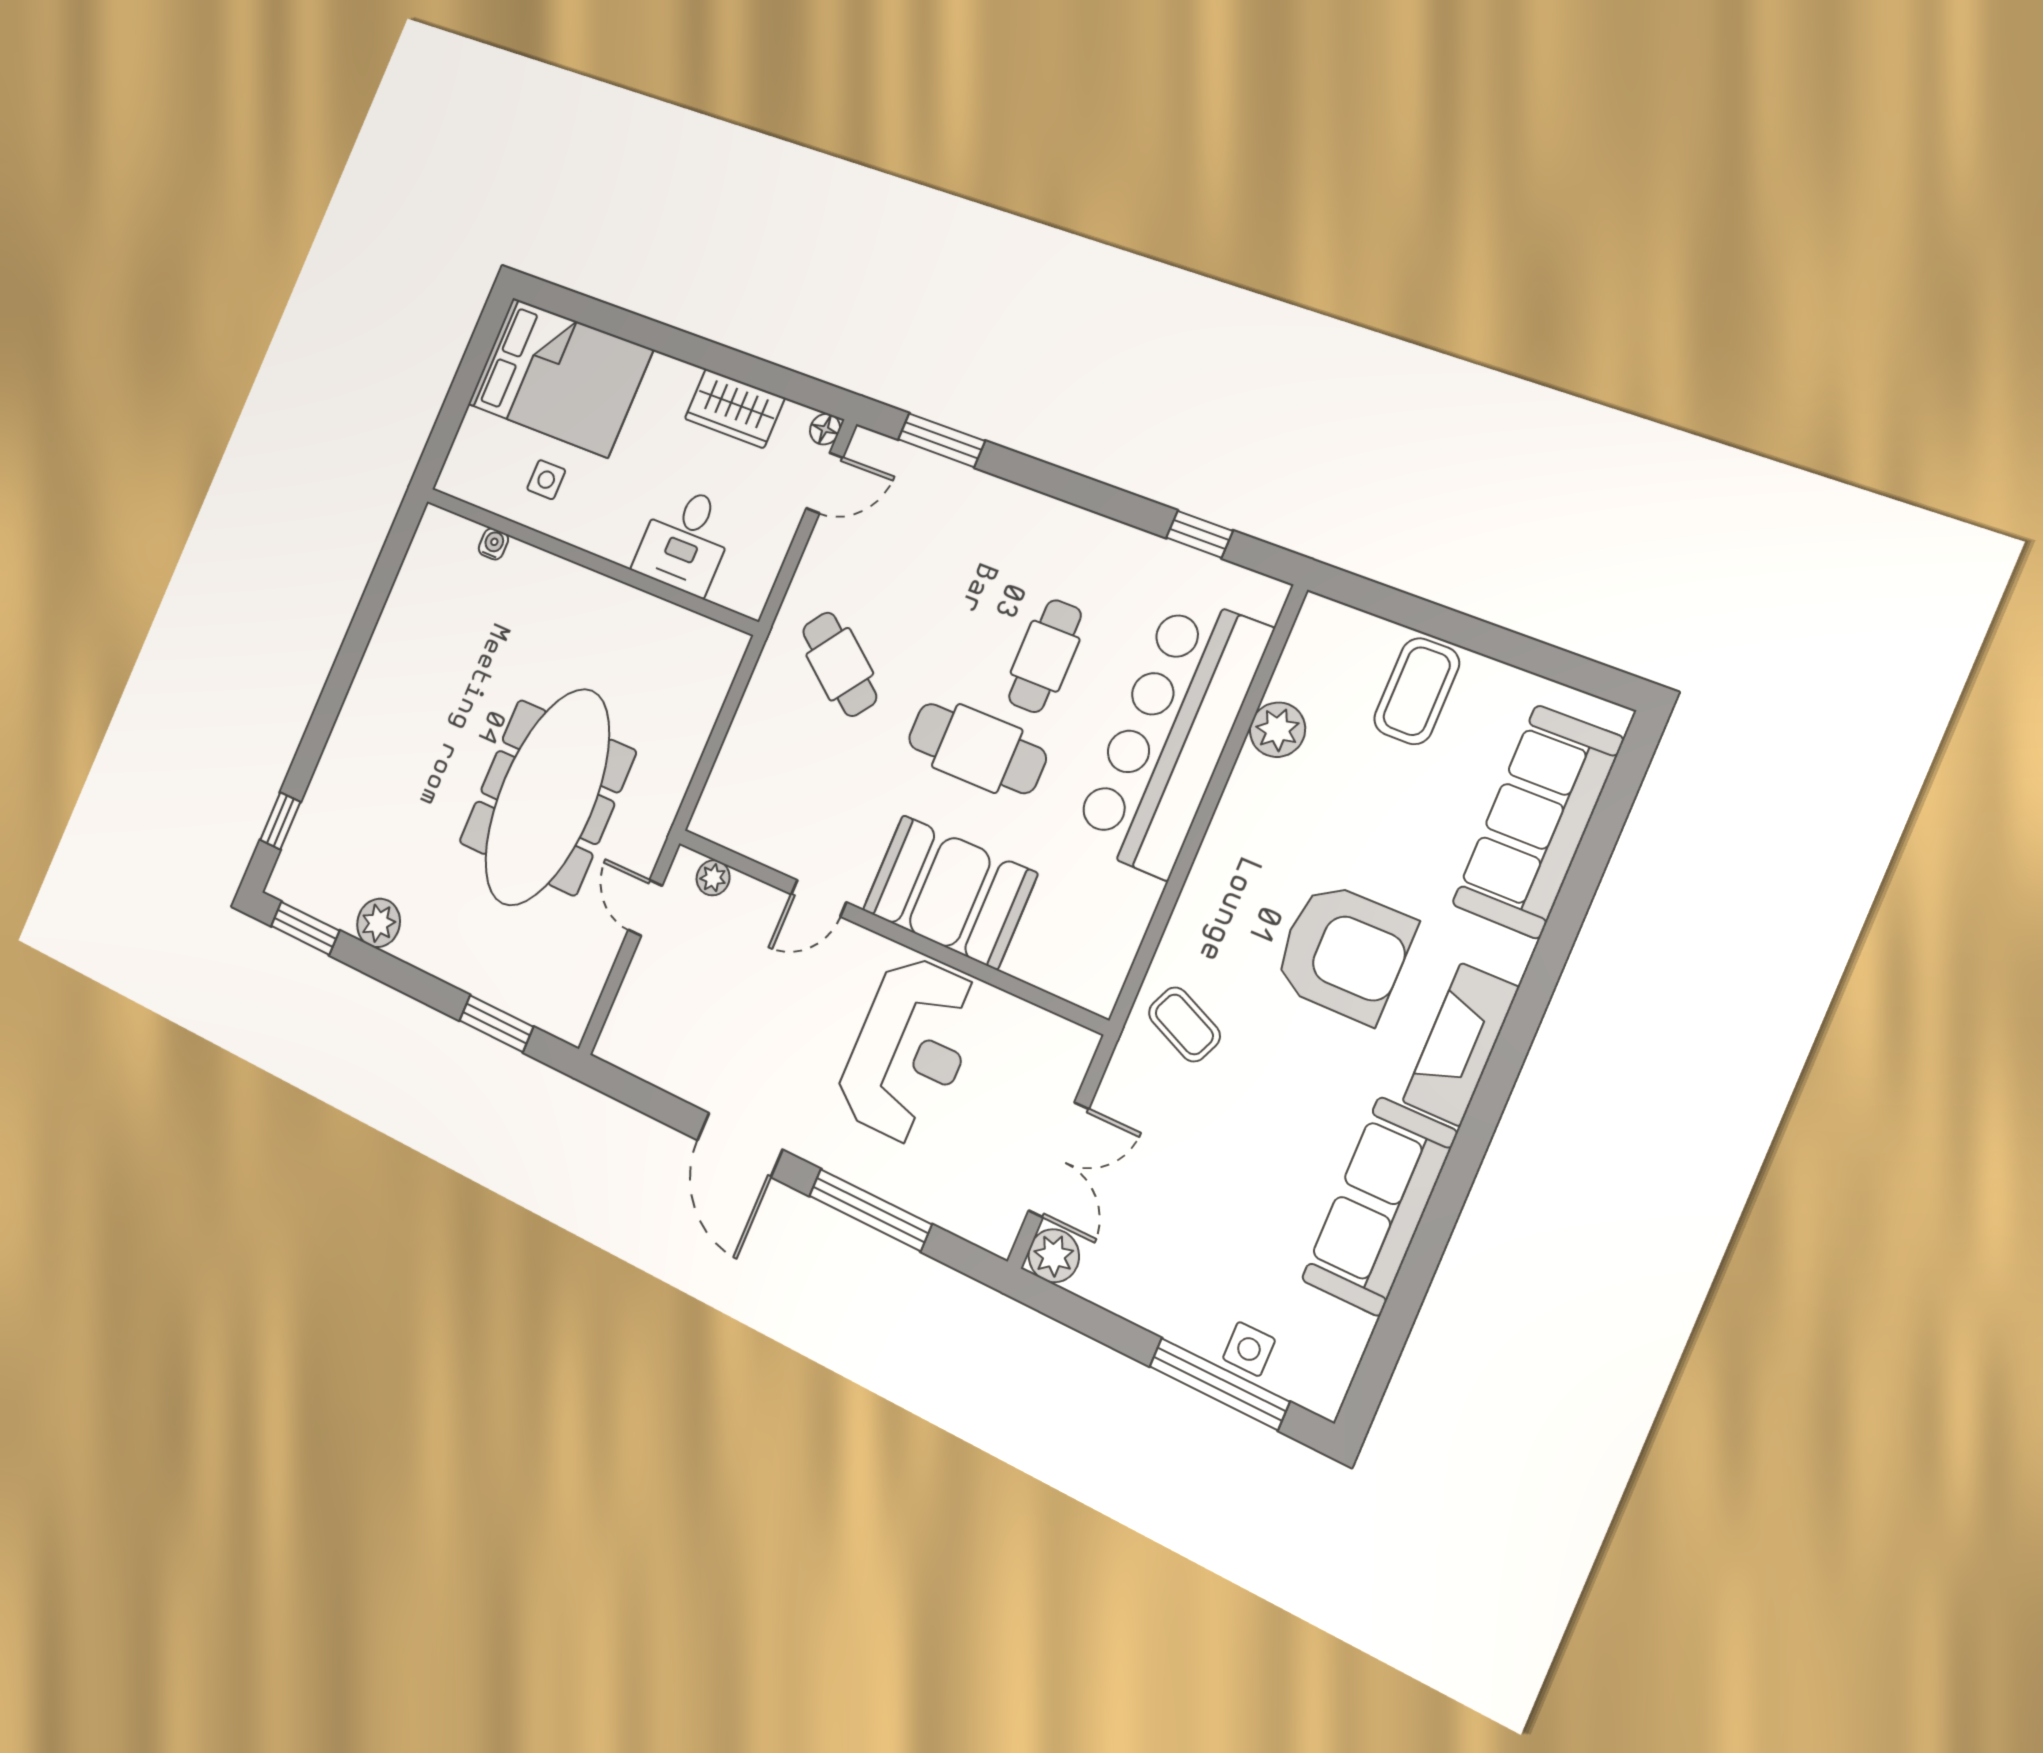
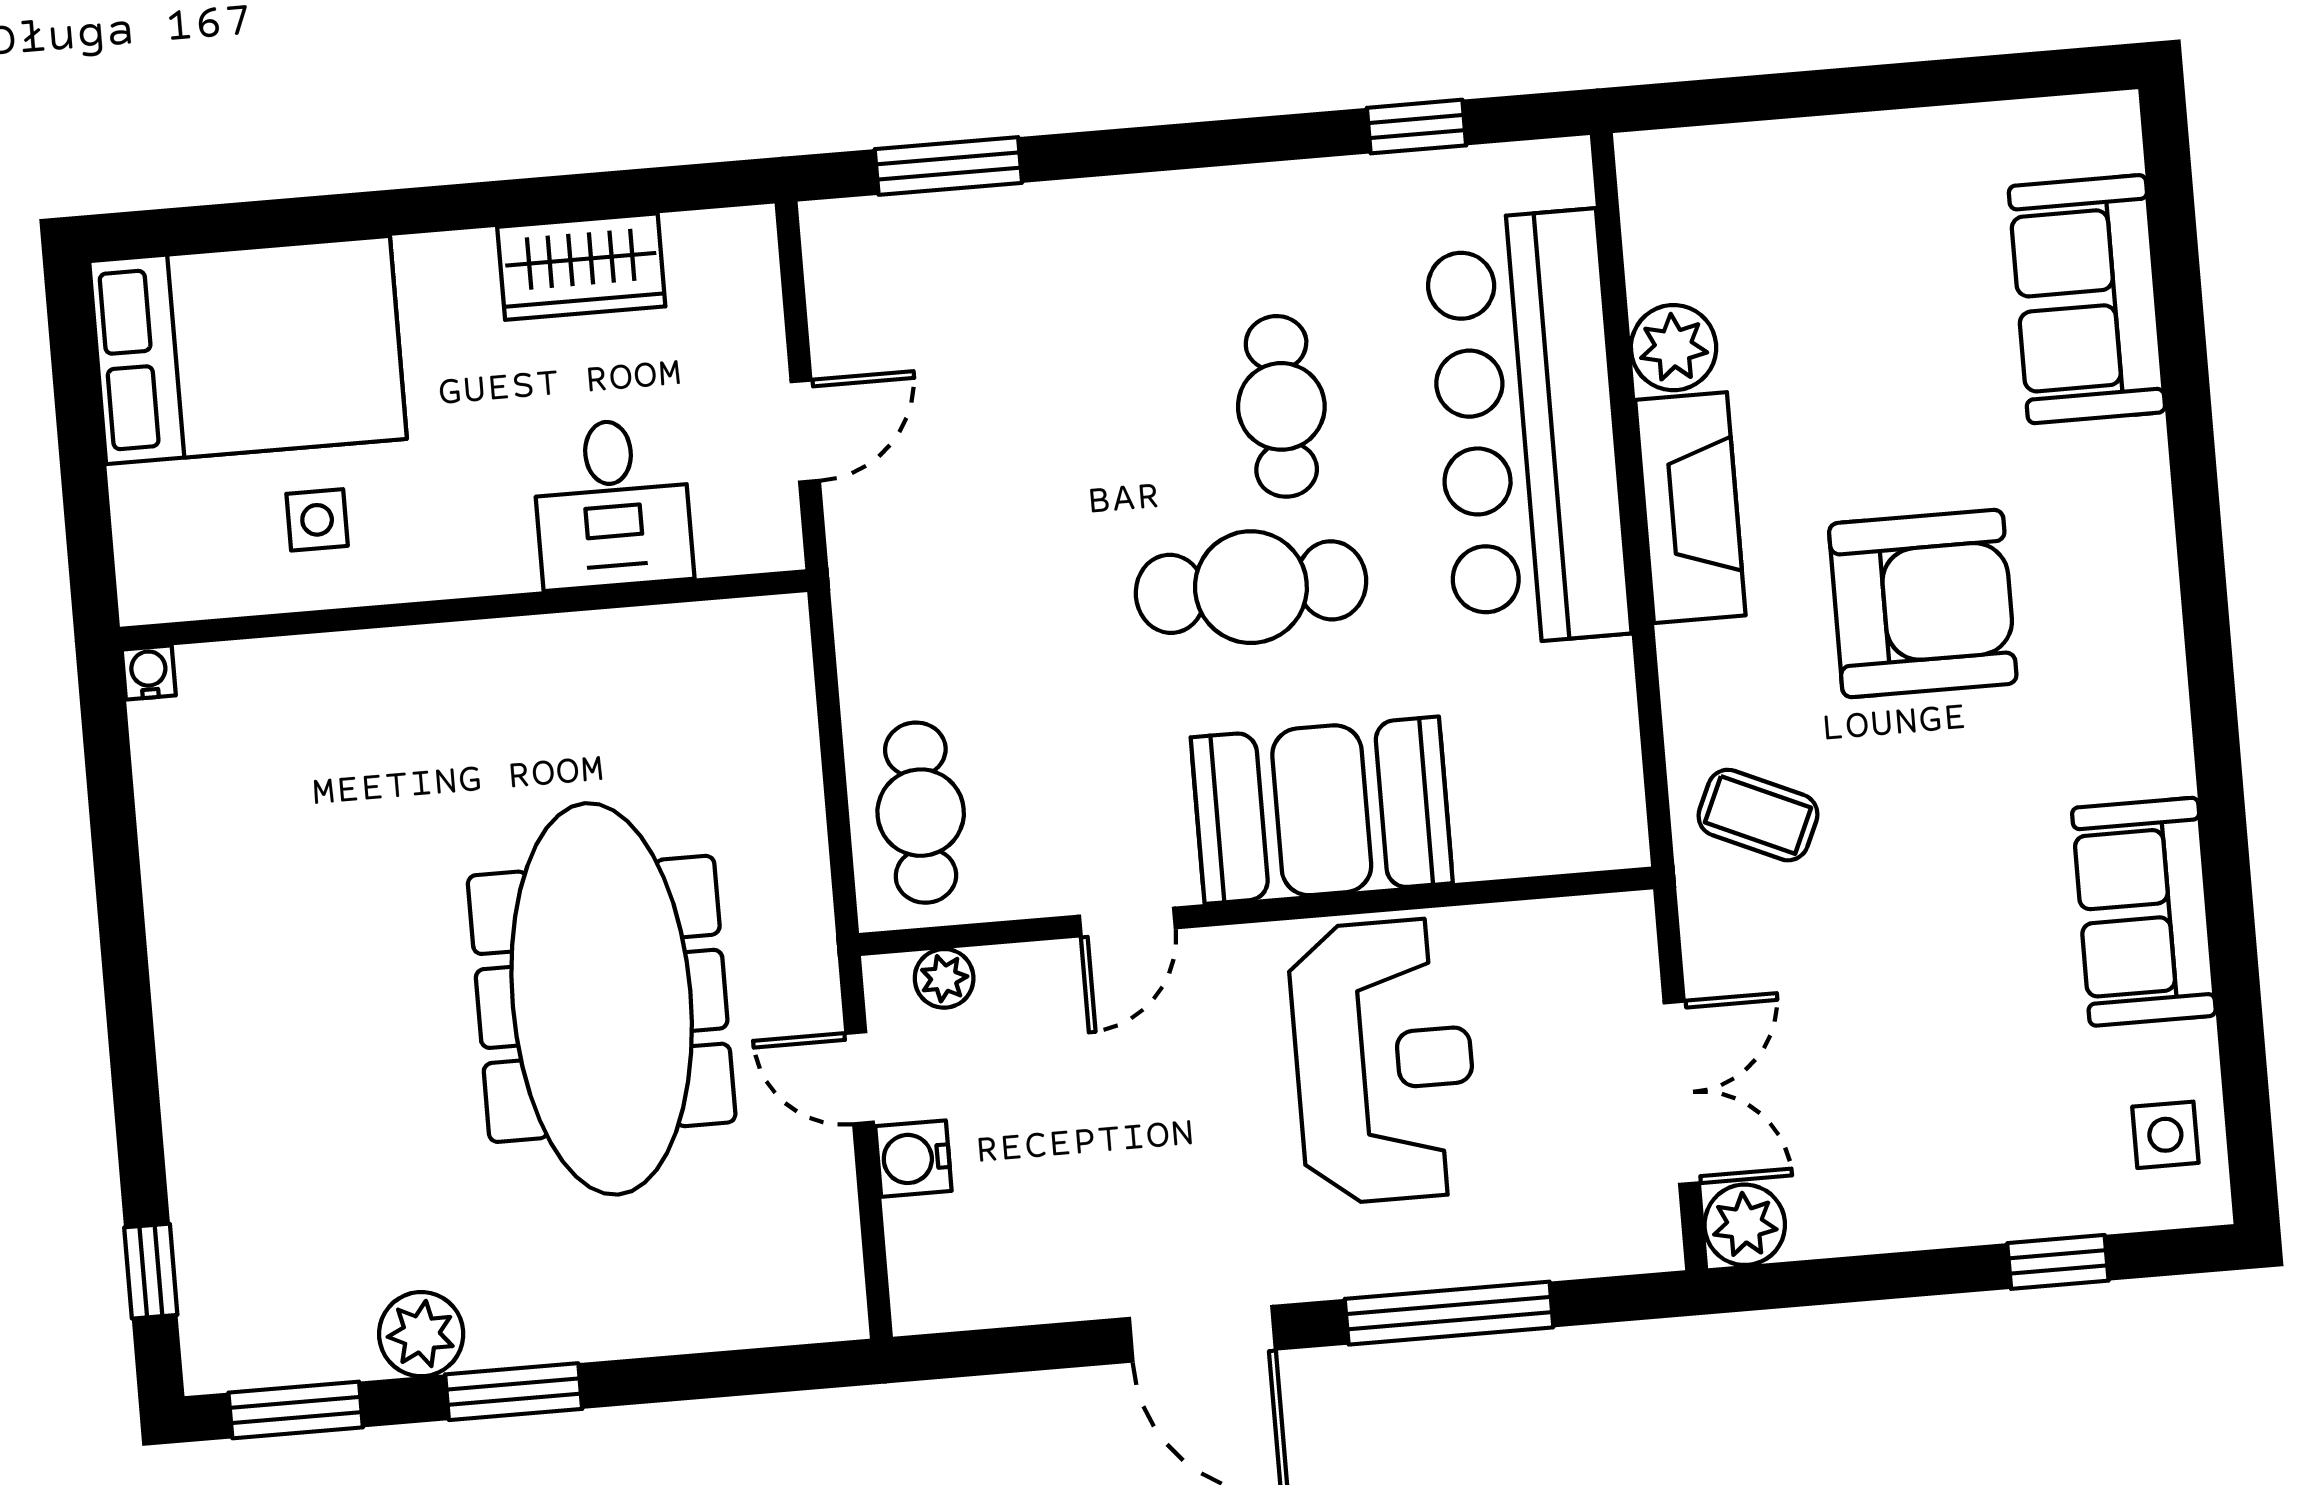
floor lamp: (825, 429) -> (750, 232), removed
door: (825, 483) -> (805, 431), moved
water cooler: (493, 544) -> (149, 673), moved
cafe table: (840, 664) -> (921, 813), moved, turned 53
coffee table: (1417, 691) -> (1837, 202), removed
sofa: (1538, 821) -> (2087, 299), width x0.73
water cooler: (649, 966) -> (913, 1159), added
window: (496, 1024) -> (514, 1392), moved
fireplace: (1461, 1044) -> (1690, 508), moved, turned 180
sofa: (1379, 1206) -> (2144, 912), width x0.73
side table: (1249, 1349) -> (2165, 1135), moved
window: (1219, 1384) -> (2058, 1262), width x0.46

